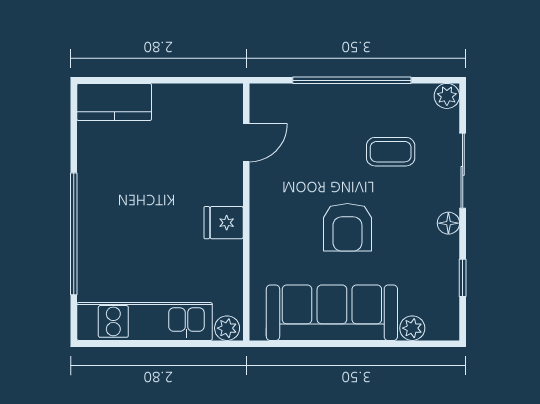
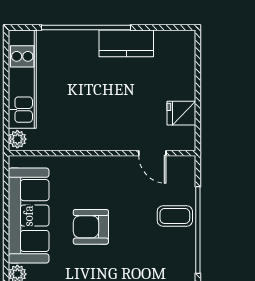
kitchen counter: (114, 102) -> (126, 43), moved, turned -90
coffee table: (391, 152) -> (175, 216), moved, turned 90
fridge: (224, 223) -> (181, 113), moved, turned -90

